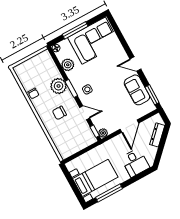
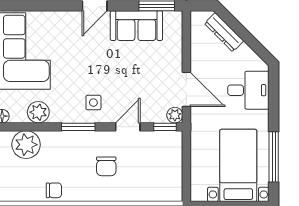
plant: (59, 86) -> (26, 145), moved
door: (129, 126) -> (186, 89), moved

